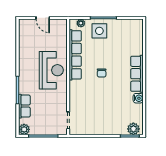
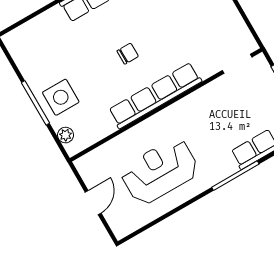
row of seats: (75, 55) -> (155, 96), moved
reception desk: (51, 70) -> (160, 171), moved

